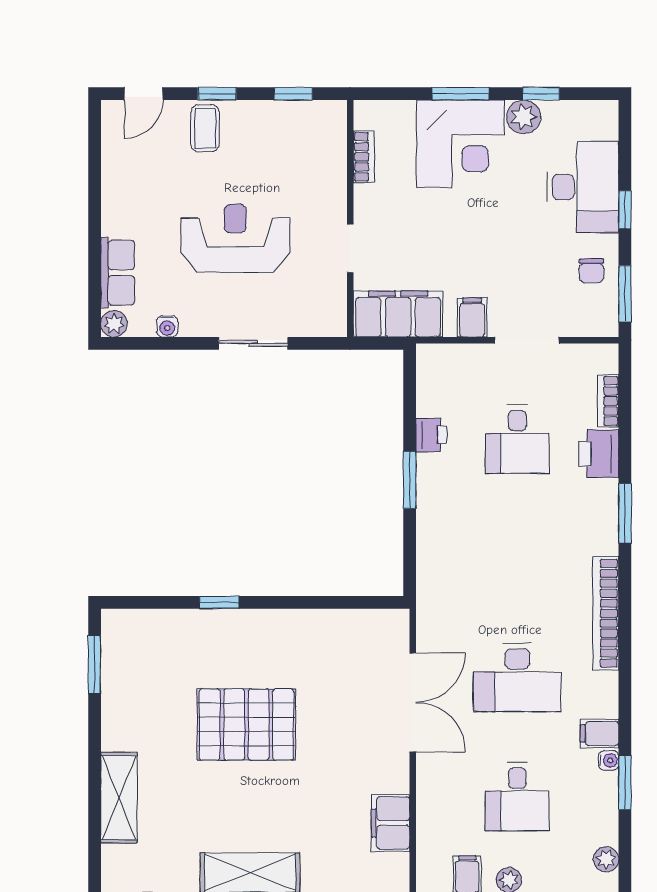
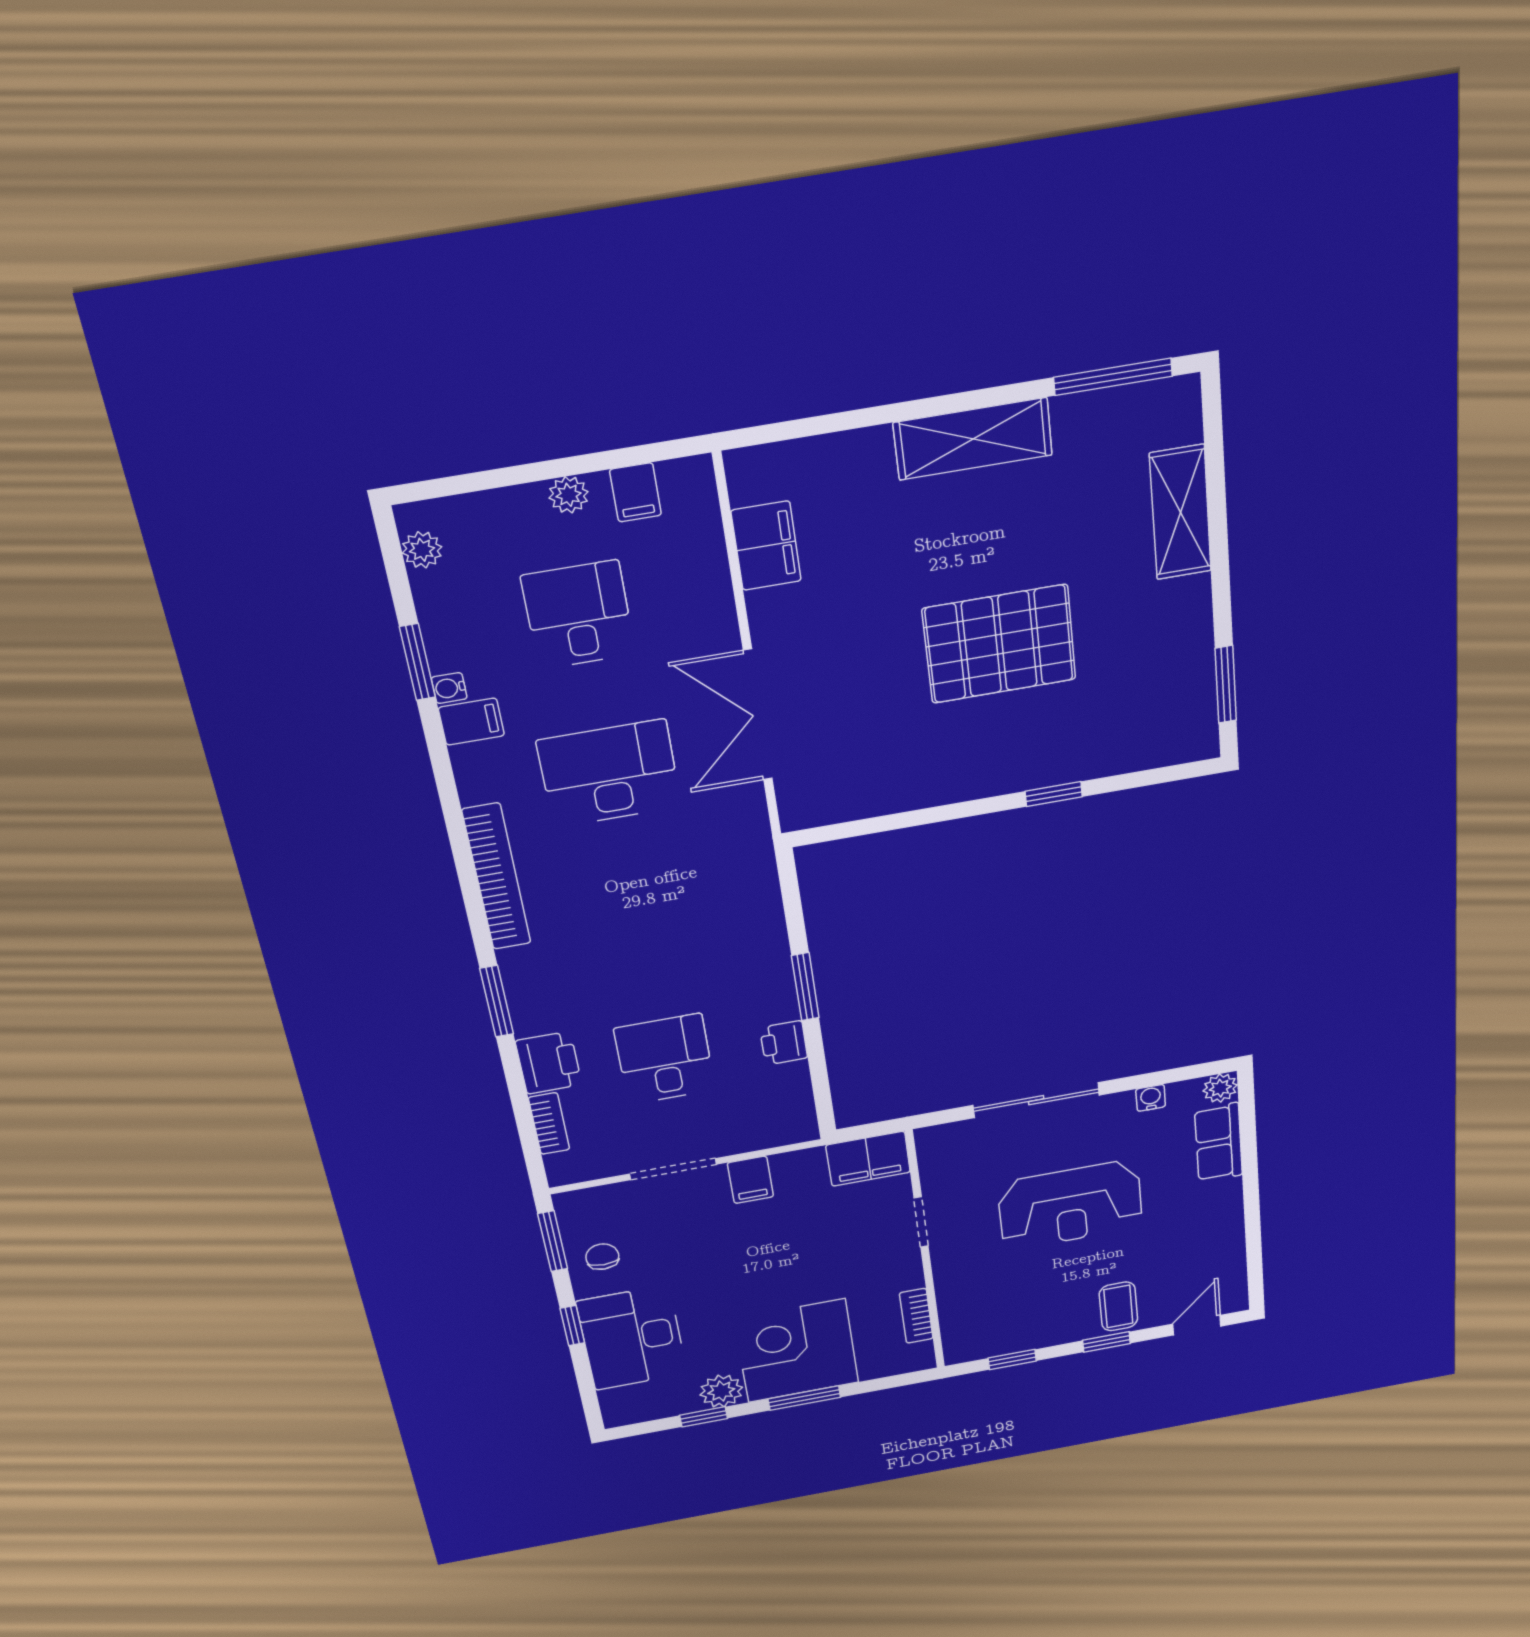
filing cabinet: (398, 314) -> (868, 1159), width x0.67, depth x0.86
sliding door: (253, 343) -> (1036, 1100), width x1.37

